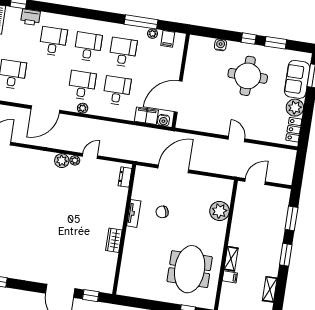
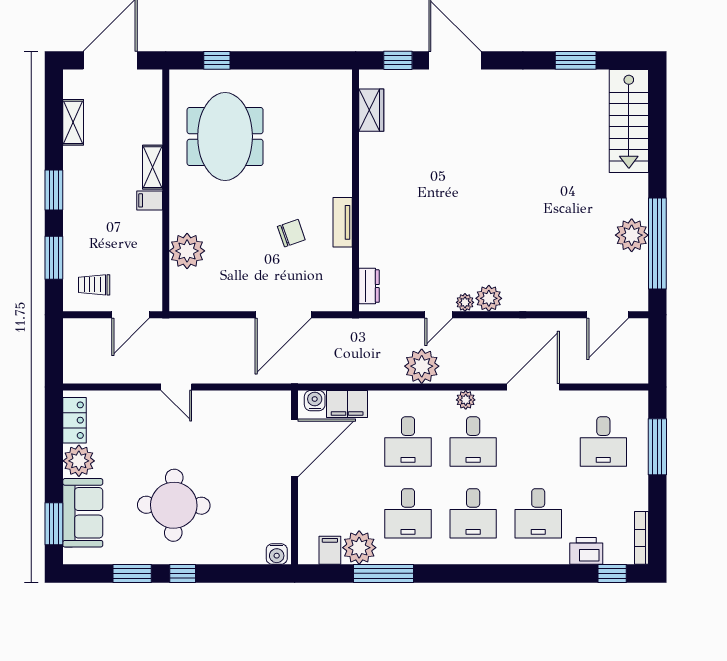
plant: (152, 34) -> (359, 548), width x1.88, depth x1.88
water cooler: (220, 45) -> (277, 554), moved
plant: (103, 130) -> (422, 366), added
trolley: (272, 201) -> (94, 285), added
wardrobe: (114, 240) -> (371, 110), moved
filing cabinet: (230, 277) -> (150, 200), moved

